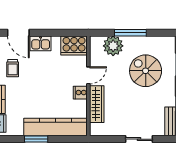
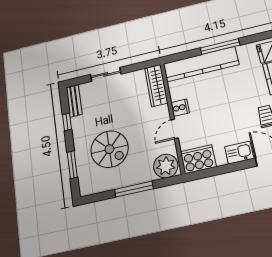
plant: (113, 46) -> (166, 166), moved
wardrobe: (97, 104) -> (156, 85), moved
window: (36, 139) -> (220, 47), width x1.44

